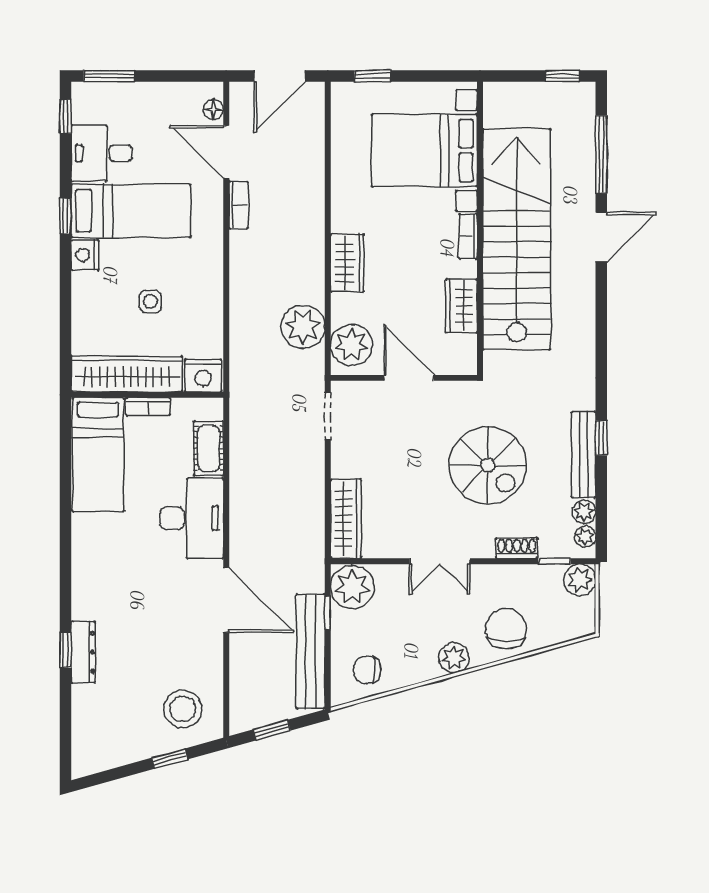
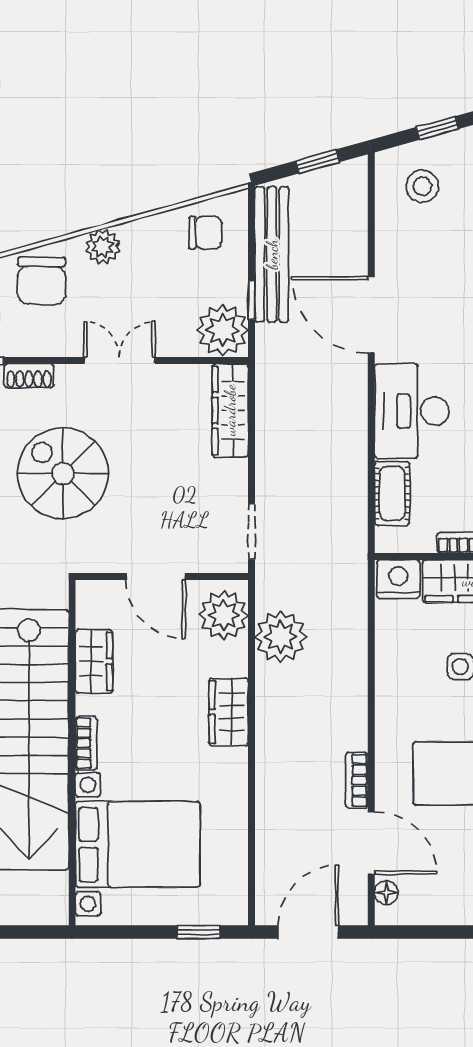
stool: (183, 709) -> (422, 186), width x0.73, depth x0.73

